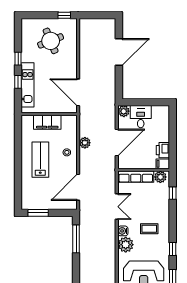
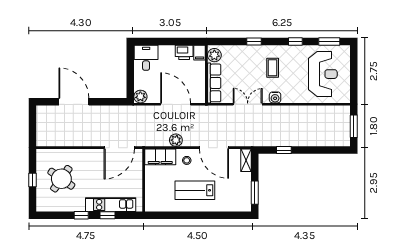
window: (64, 15) -> (33, 180), moved
round table: (51, 41) -> (61, 179), turned -33
desk: (141, 117) -> (146, 58), moved, turned 90
filing cabinet: (47, 122) -> (160, 157), moved, turned 90
door: (78, 187) -> (214, 148), moved
window: (173, 193) -> (254, 41), moved
shelving: (67, 205) -> (246, 160), added
window: (76, 239) -> (284, 150), width x0.46
plant: (126, 245) -> (290, 94), removed

